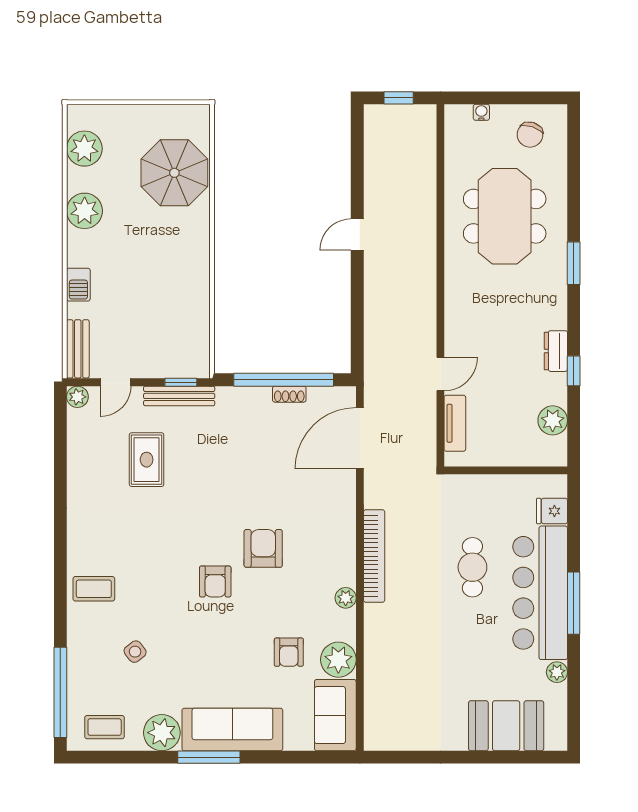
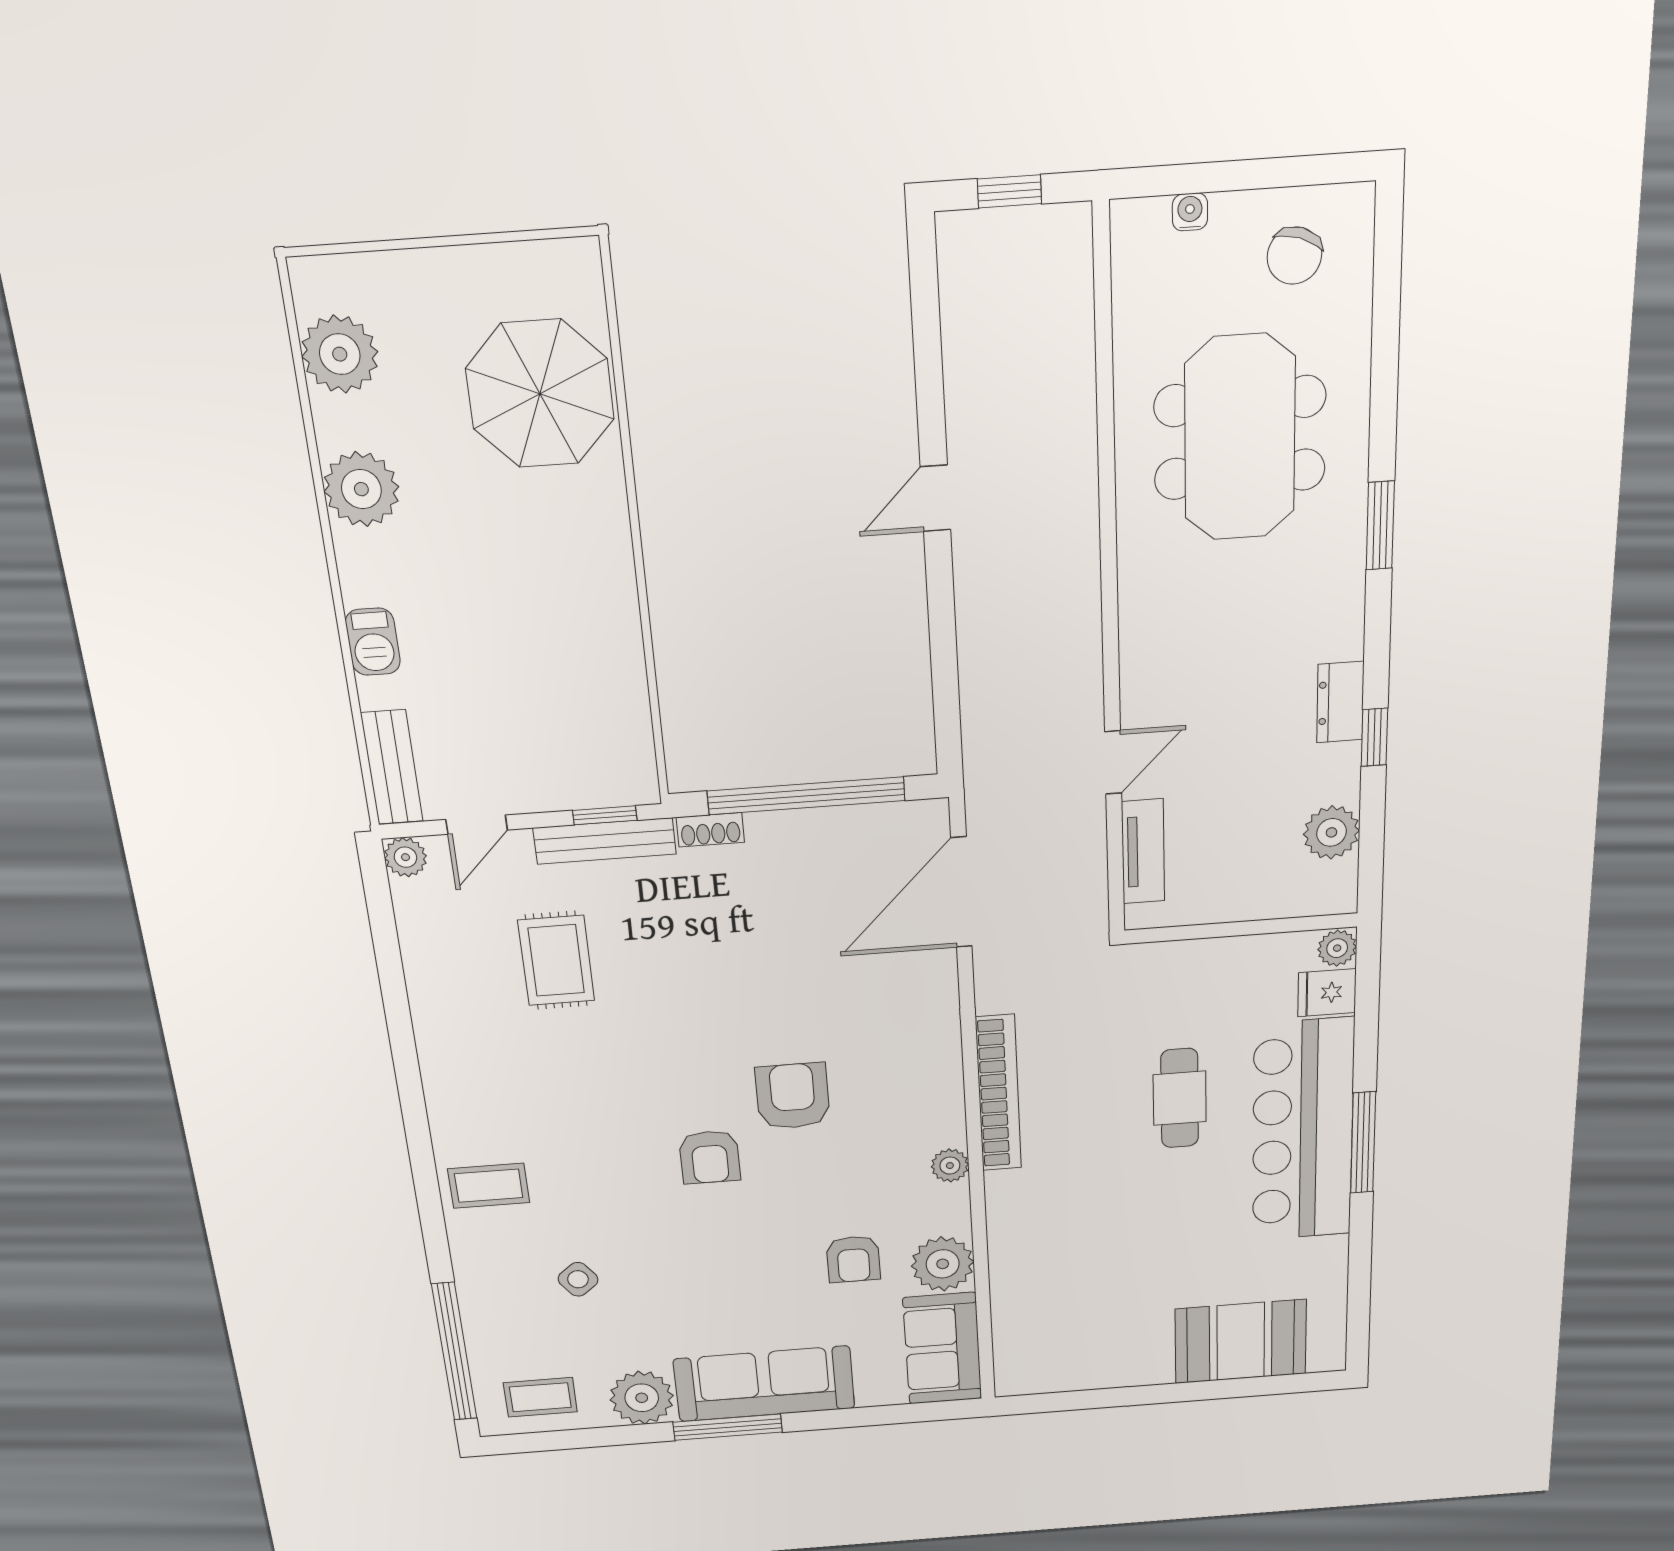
shoe rack: (289, 394) -> (710, 830), moved
plant: (557, 672) -> (1337, 948), moved

